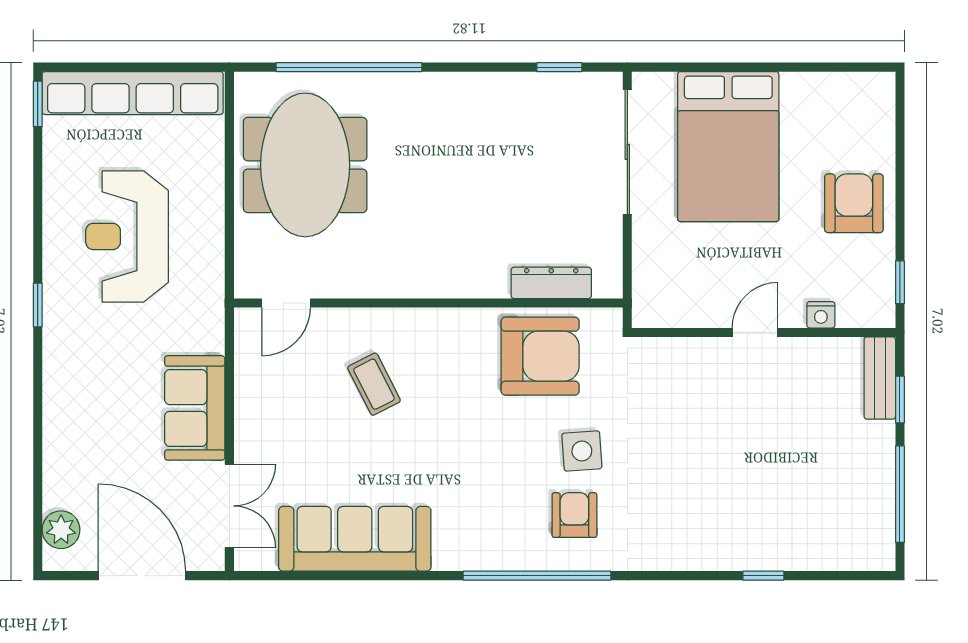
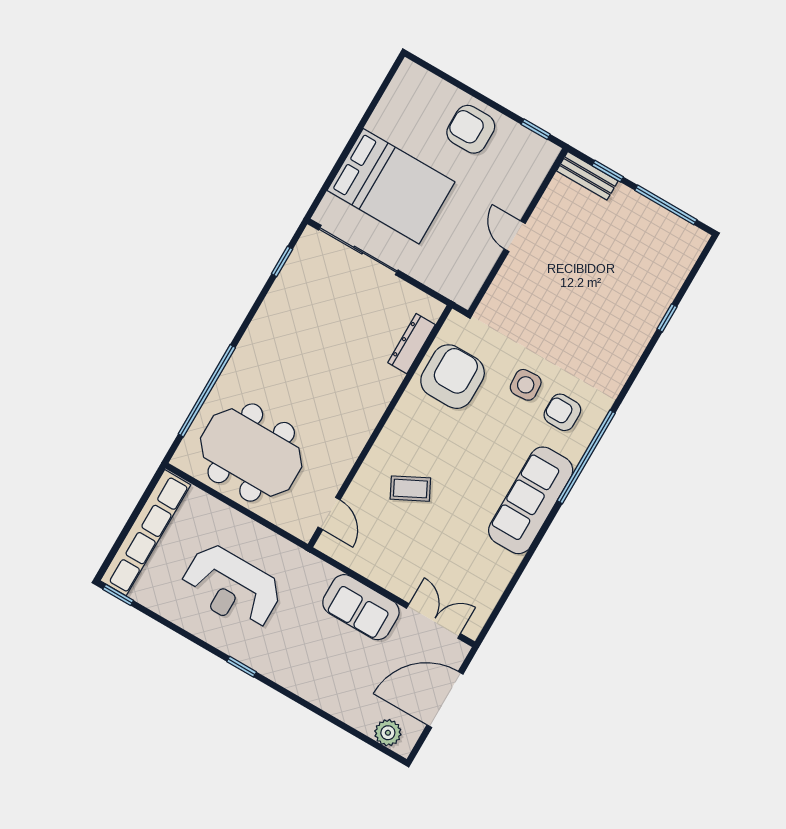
nightstand: (821, 315) -> (527, 189), removed
sofa: (355, 539) -> (531, 500), moved

